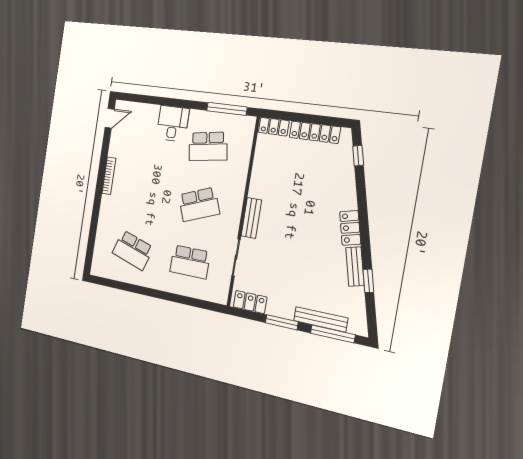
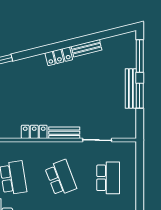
window: (368, 281) -> (95, 37), removed
locker: (250, 302) -> (34, 132), moved, turned 90
bench: (321, 319) -> (131, 89), moved

